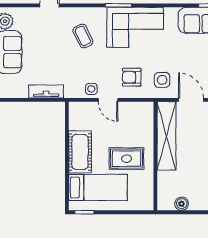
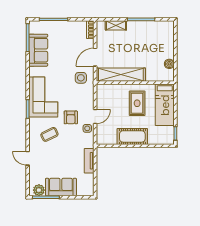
armchair: (132, 77) -> (71, 117), moved
bed: (98, 187) -> (165, 105), moved, turned 180

